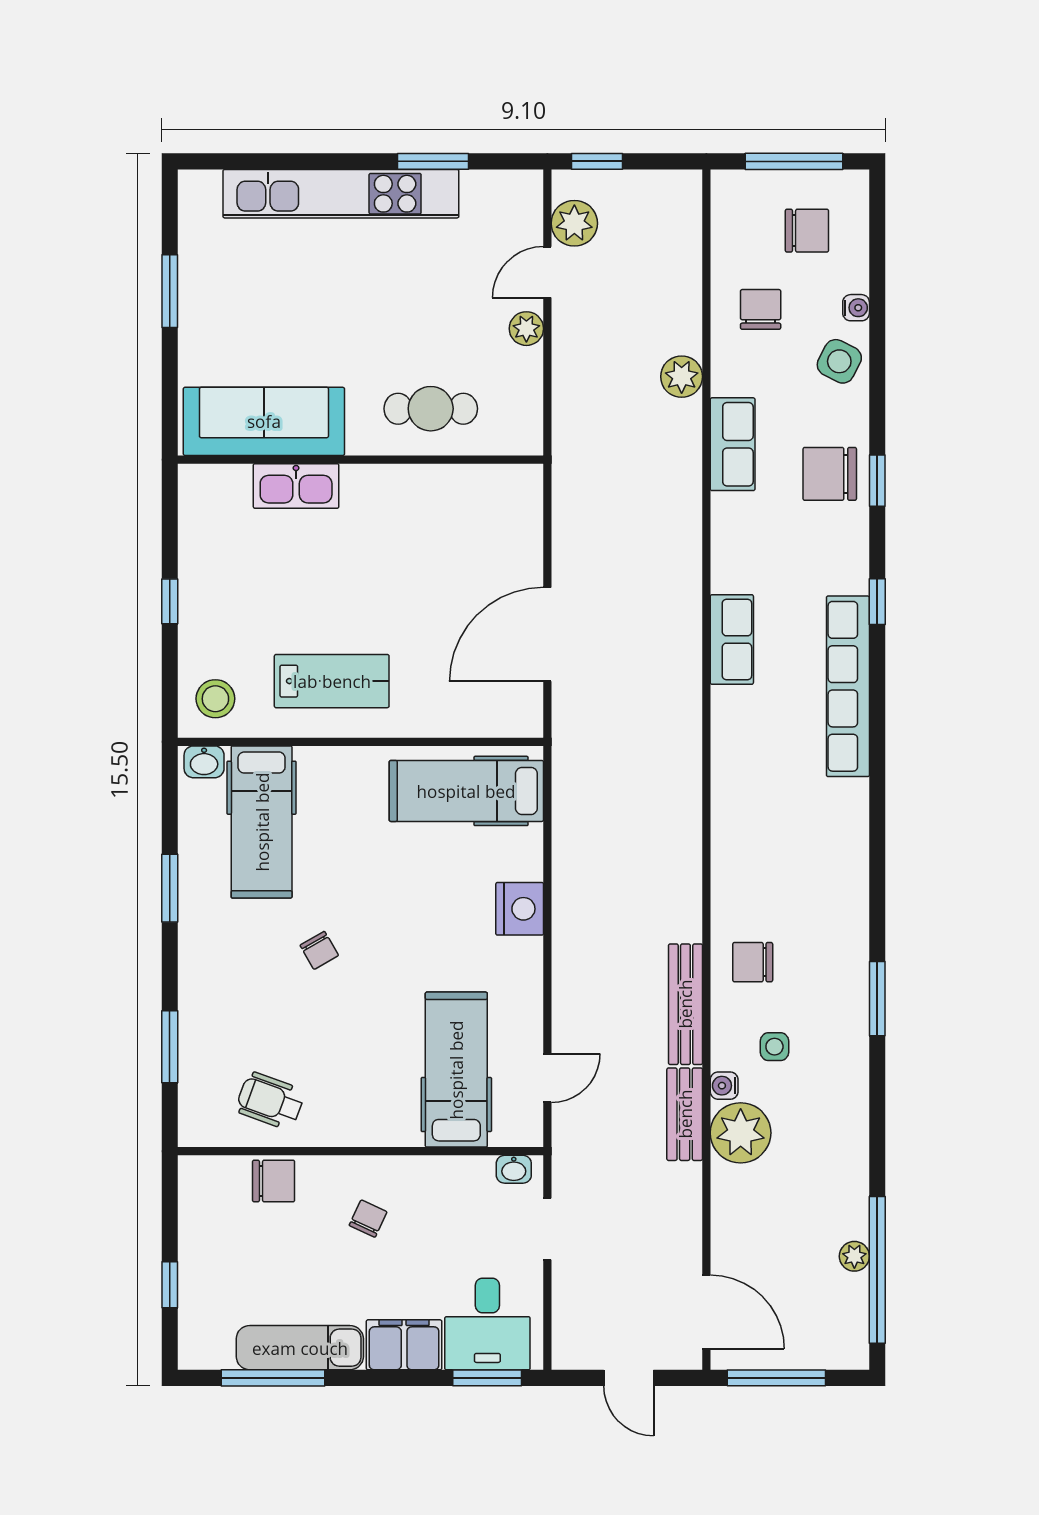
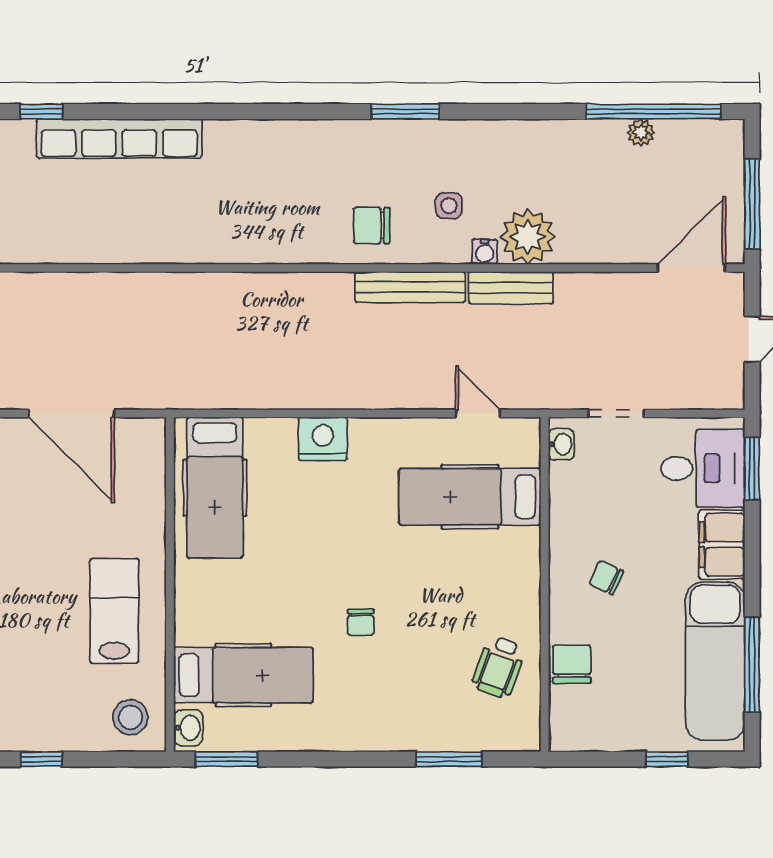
row of seats: (732, 639) -> (76, 245), removed
window: (170, 888) -> (226, 759), moved
chair: (319, 950) -> (361, 622), turned 120
chair: (753, 962) -> (372, 225), turned 90
exam couch: (300, 1348) -> (715, 661), width x1.36, depth x1.45

